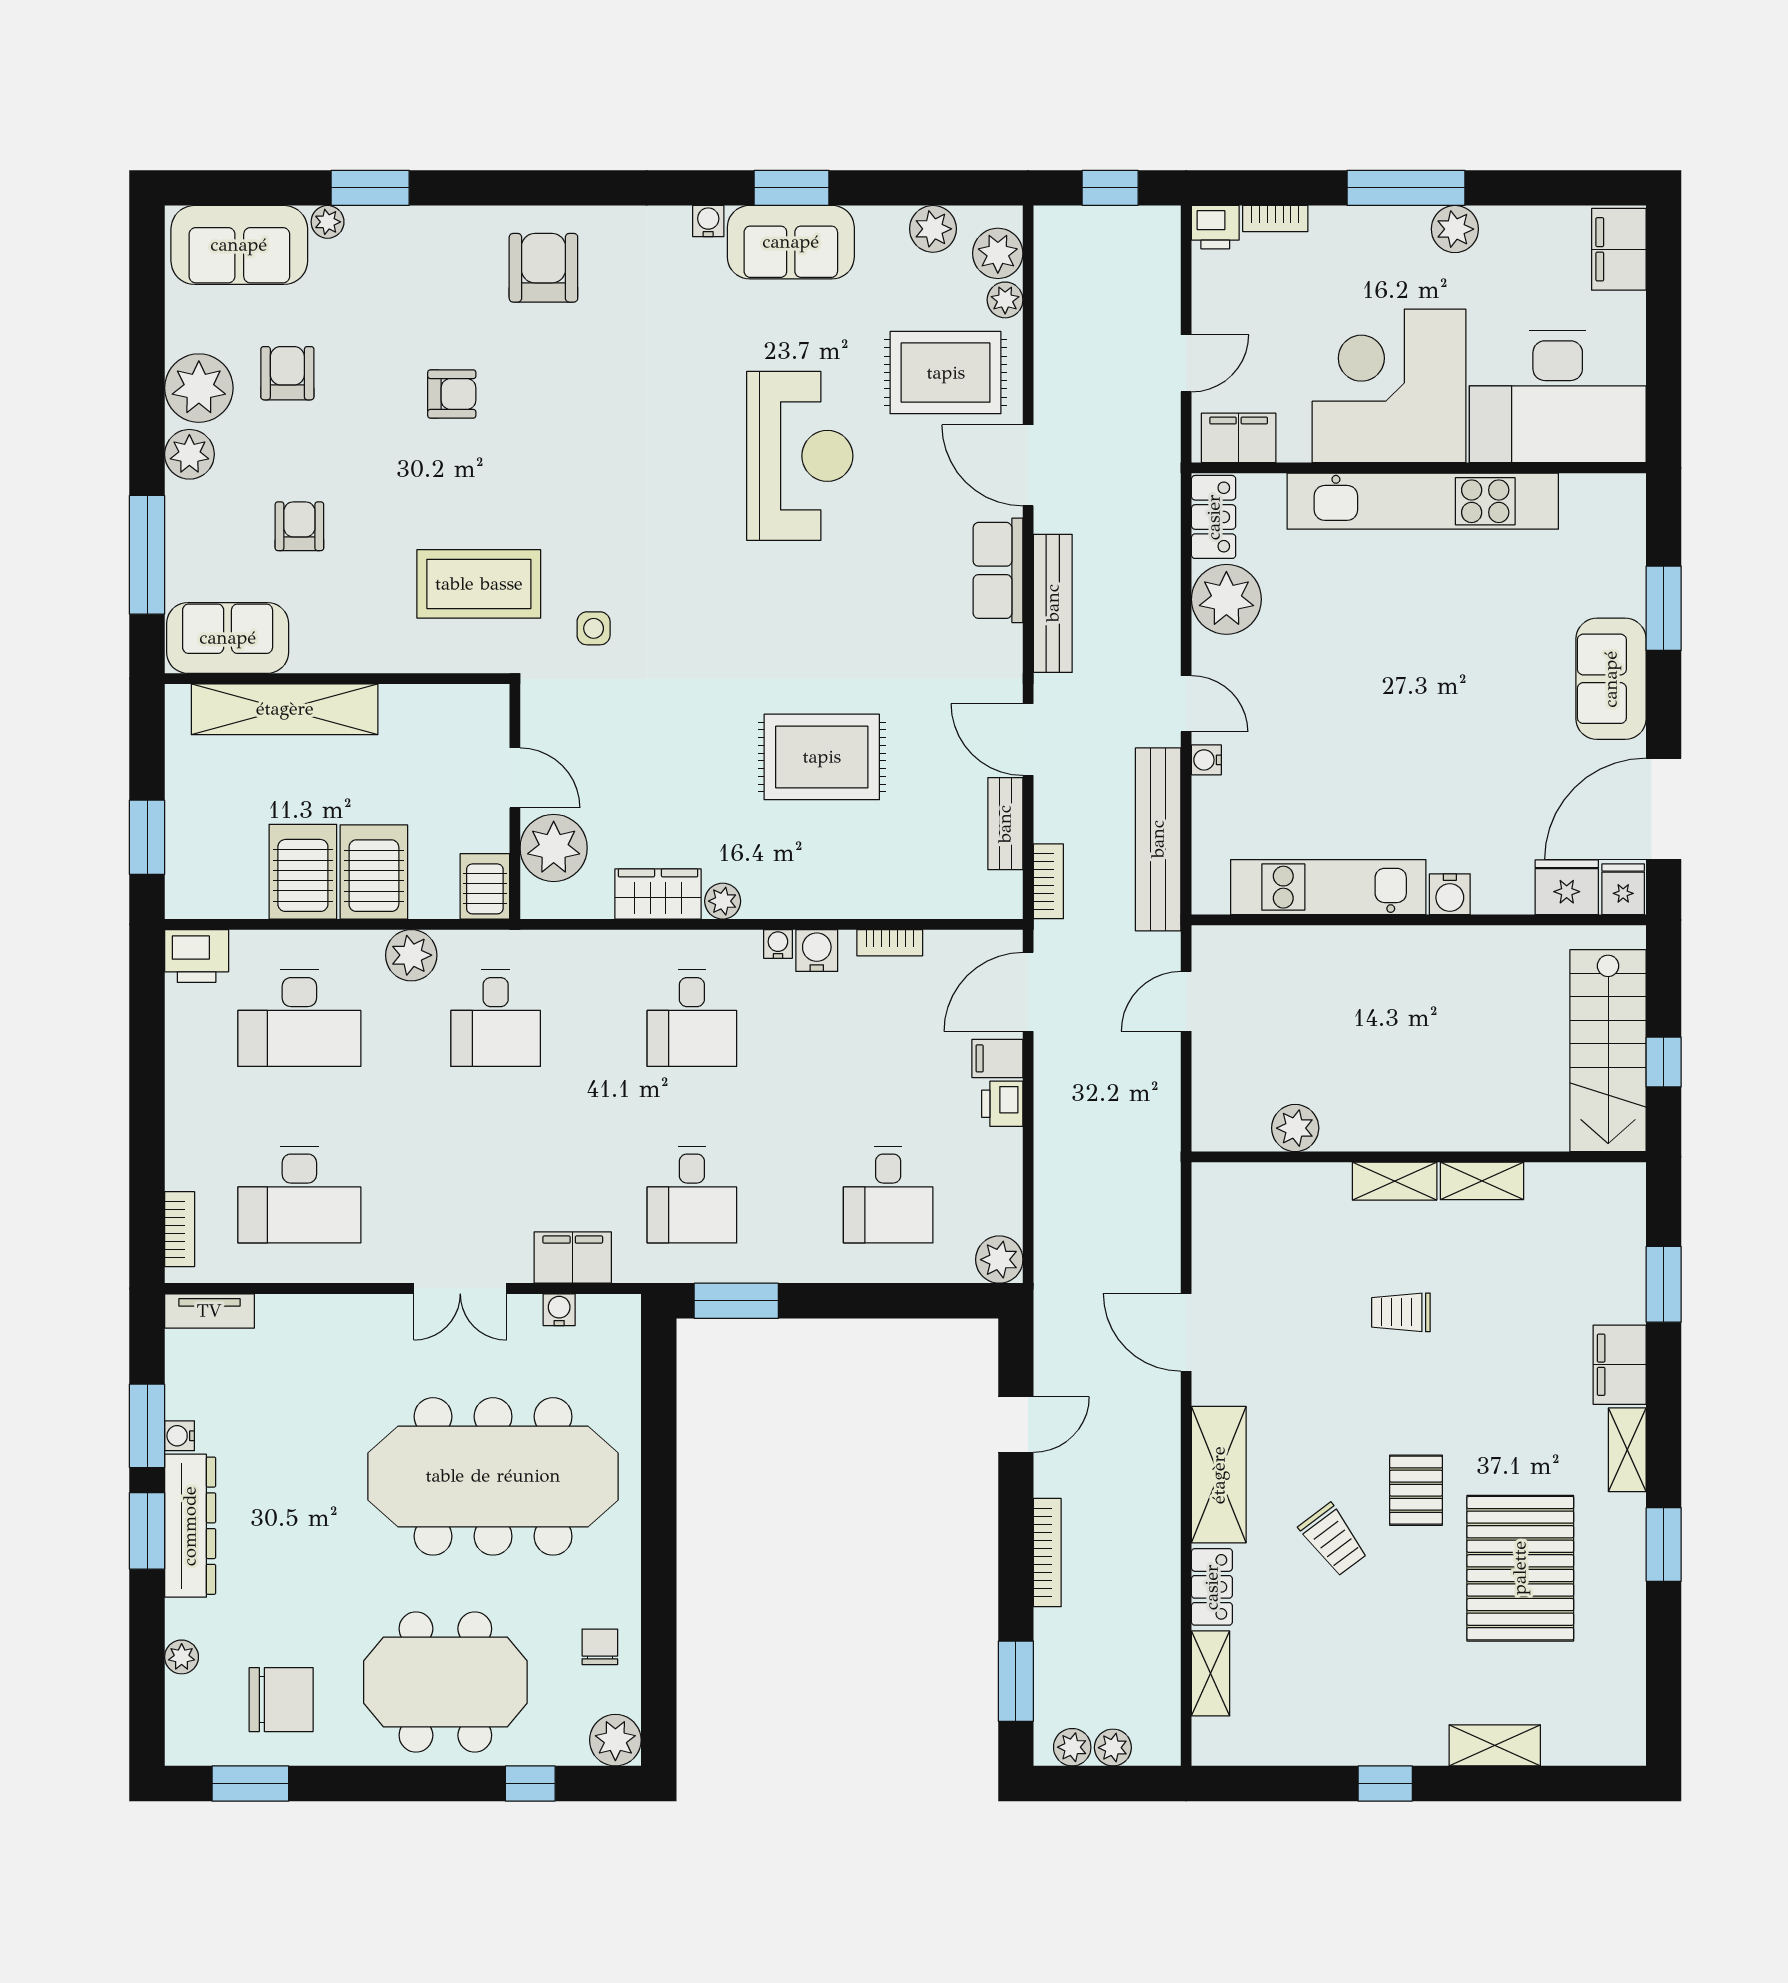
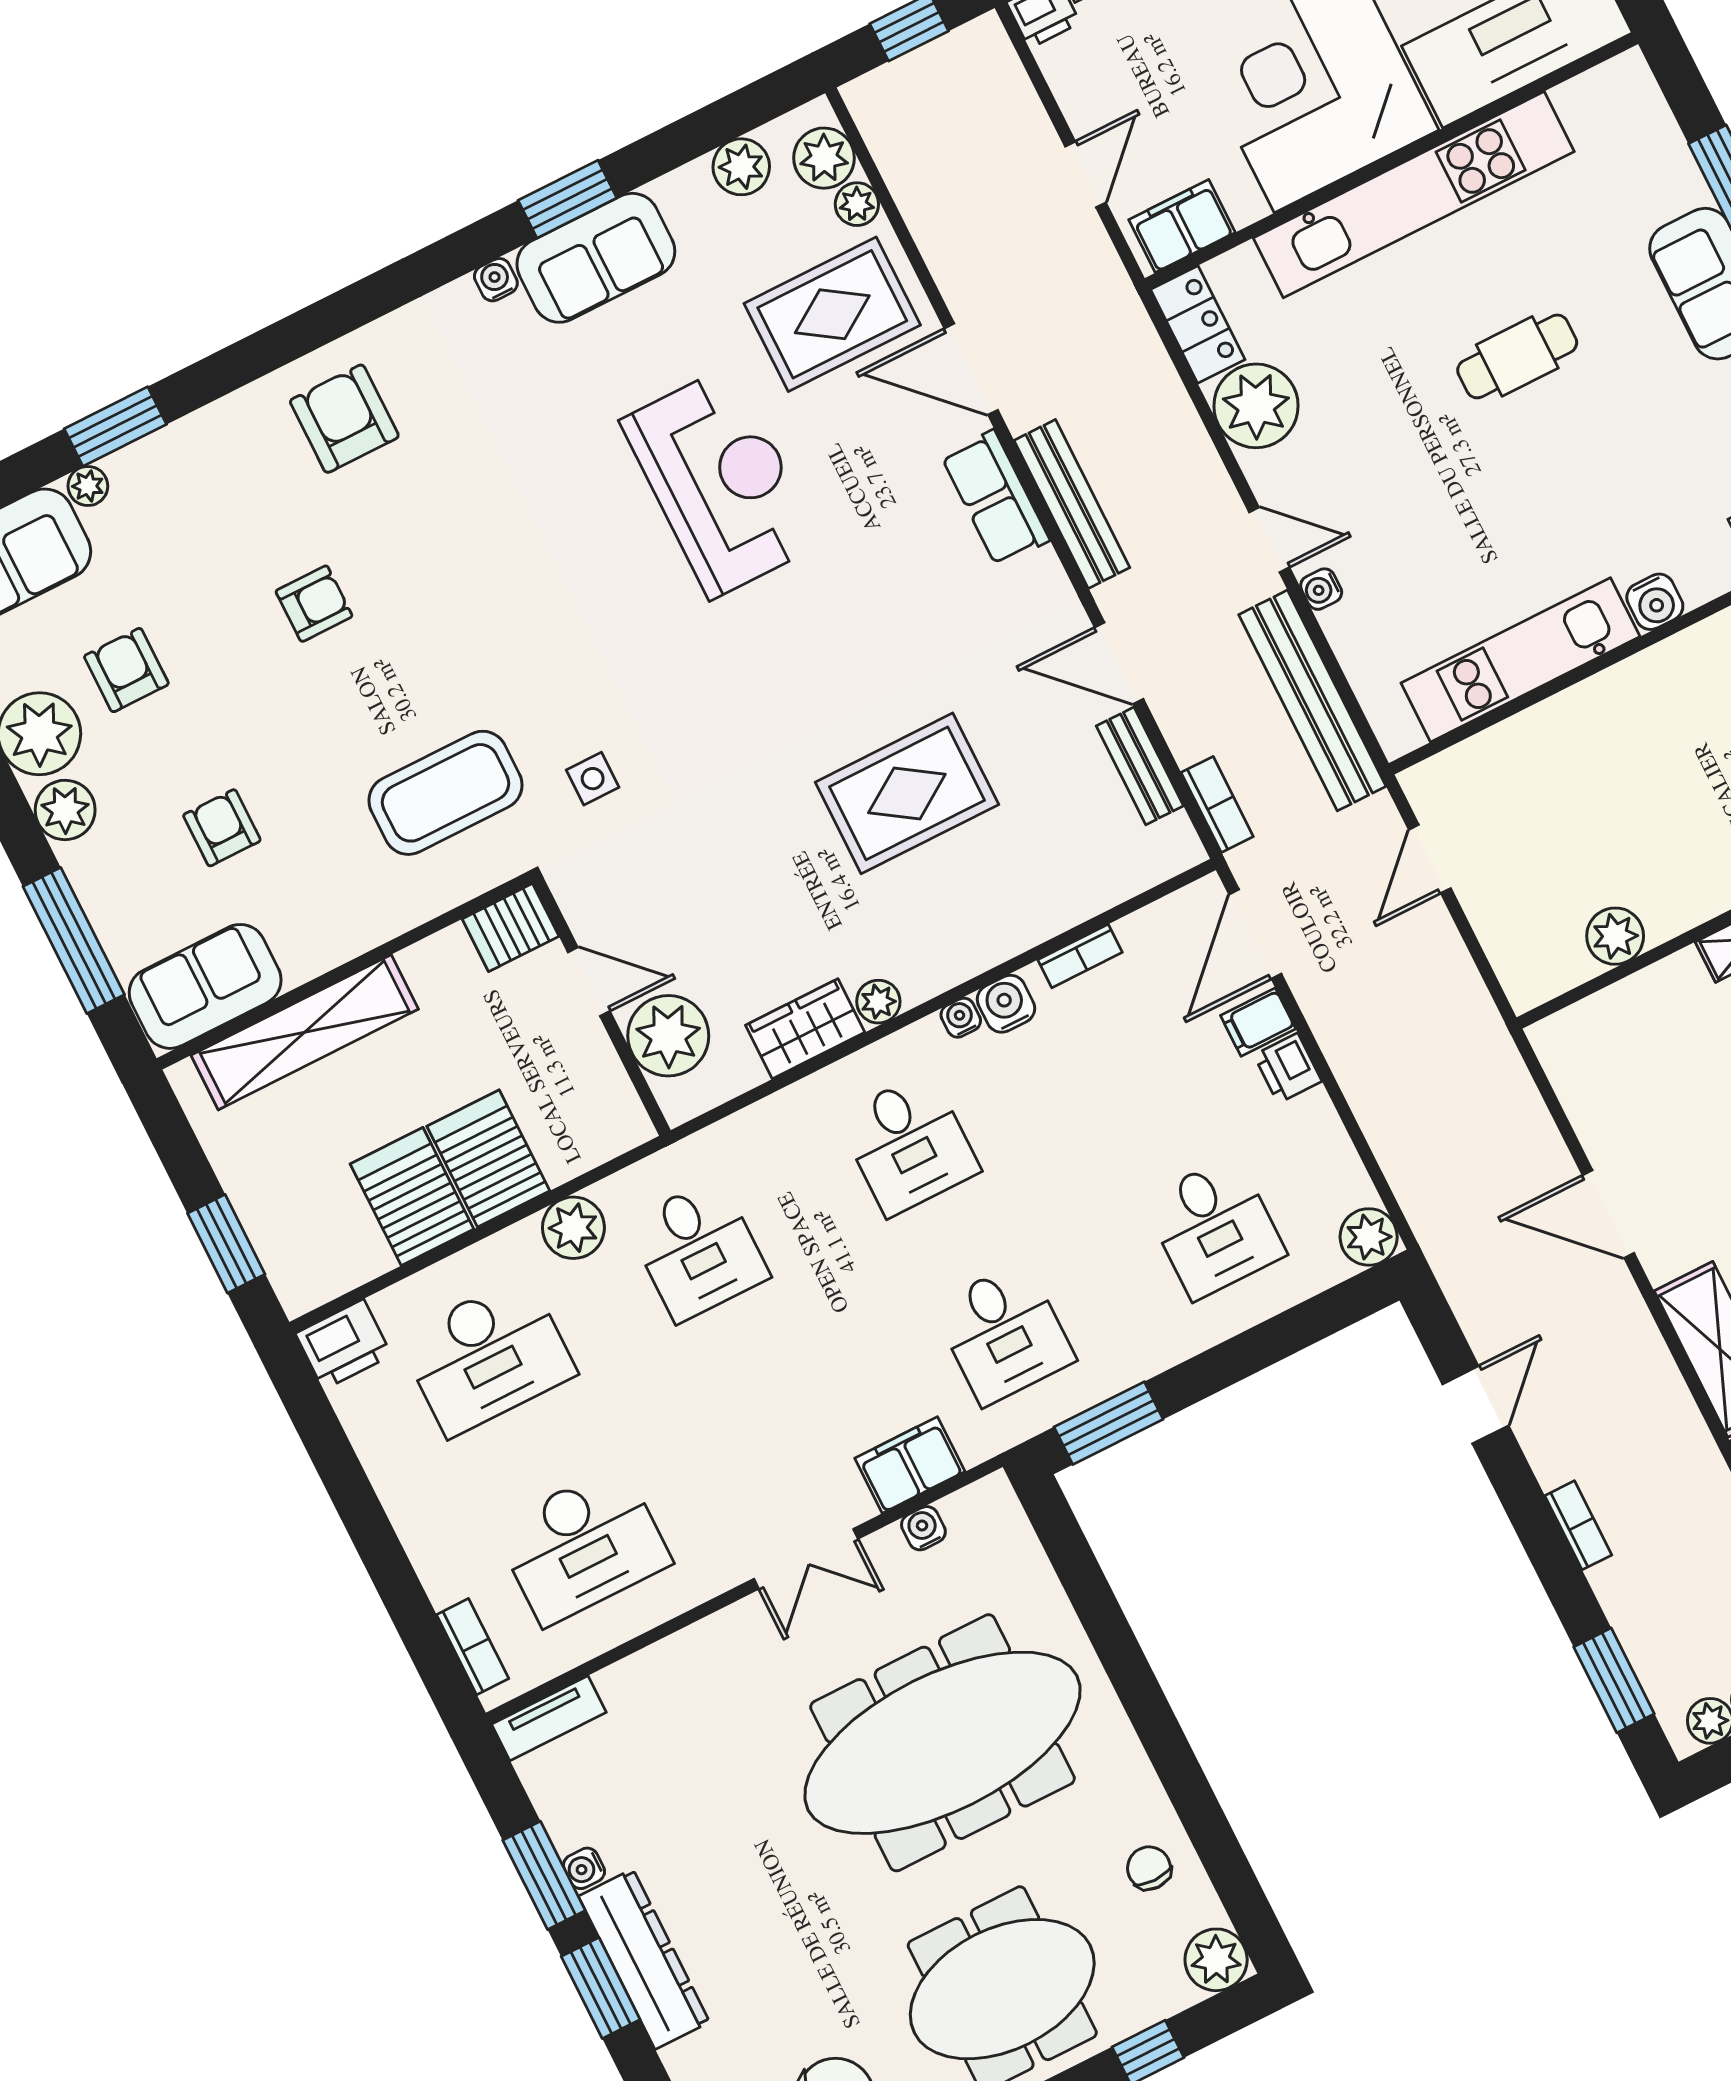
cafe table: (1439, 660) -> (1517, 356), added
server rack: (485, 886) -> (511, 928), moved, turned -90
bookcase: (1047, 1553) -> (1578, 1525), width x0.64

